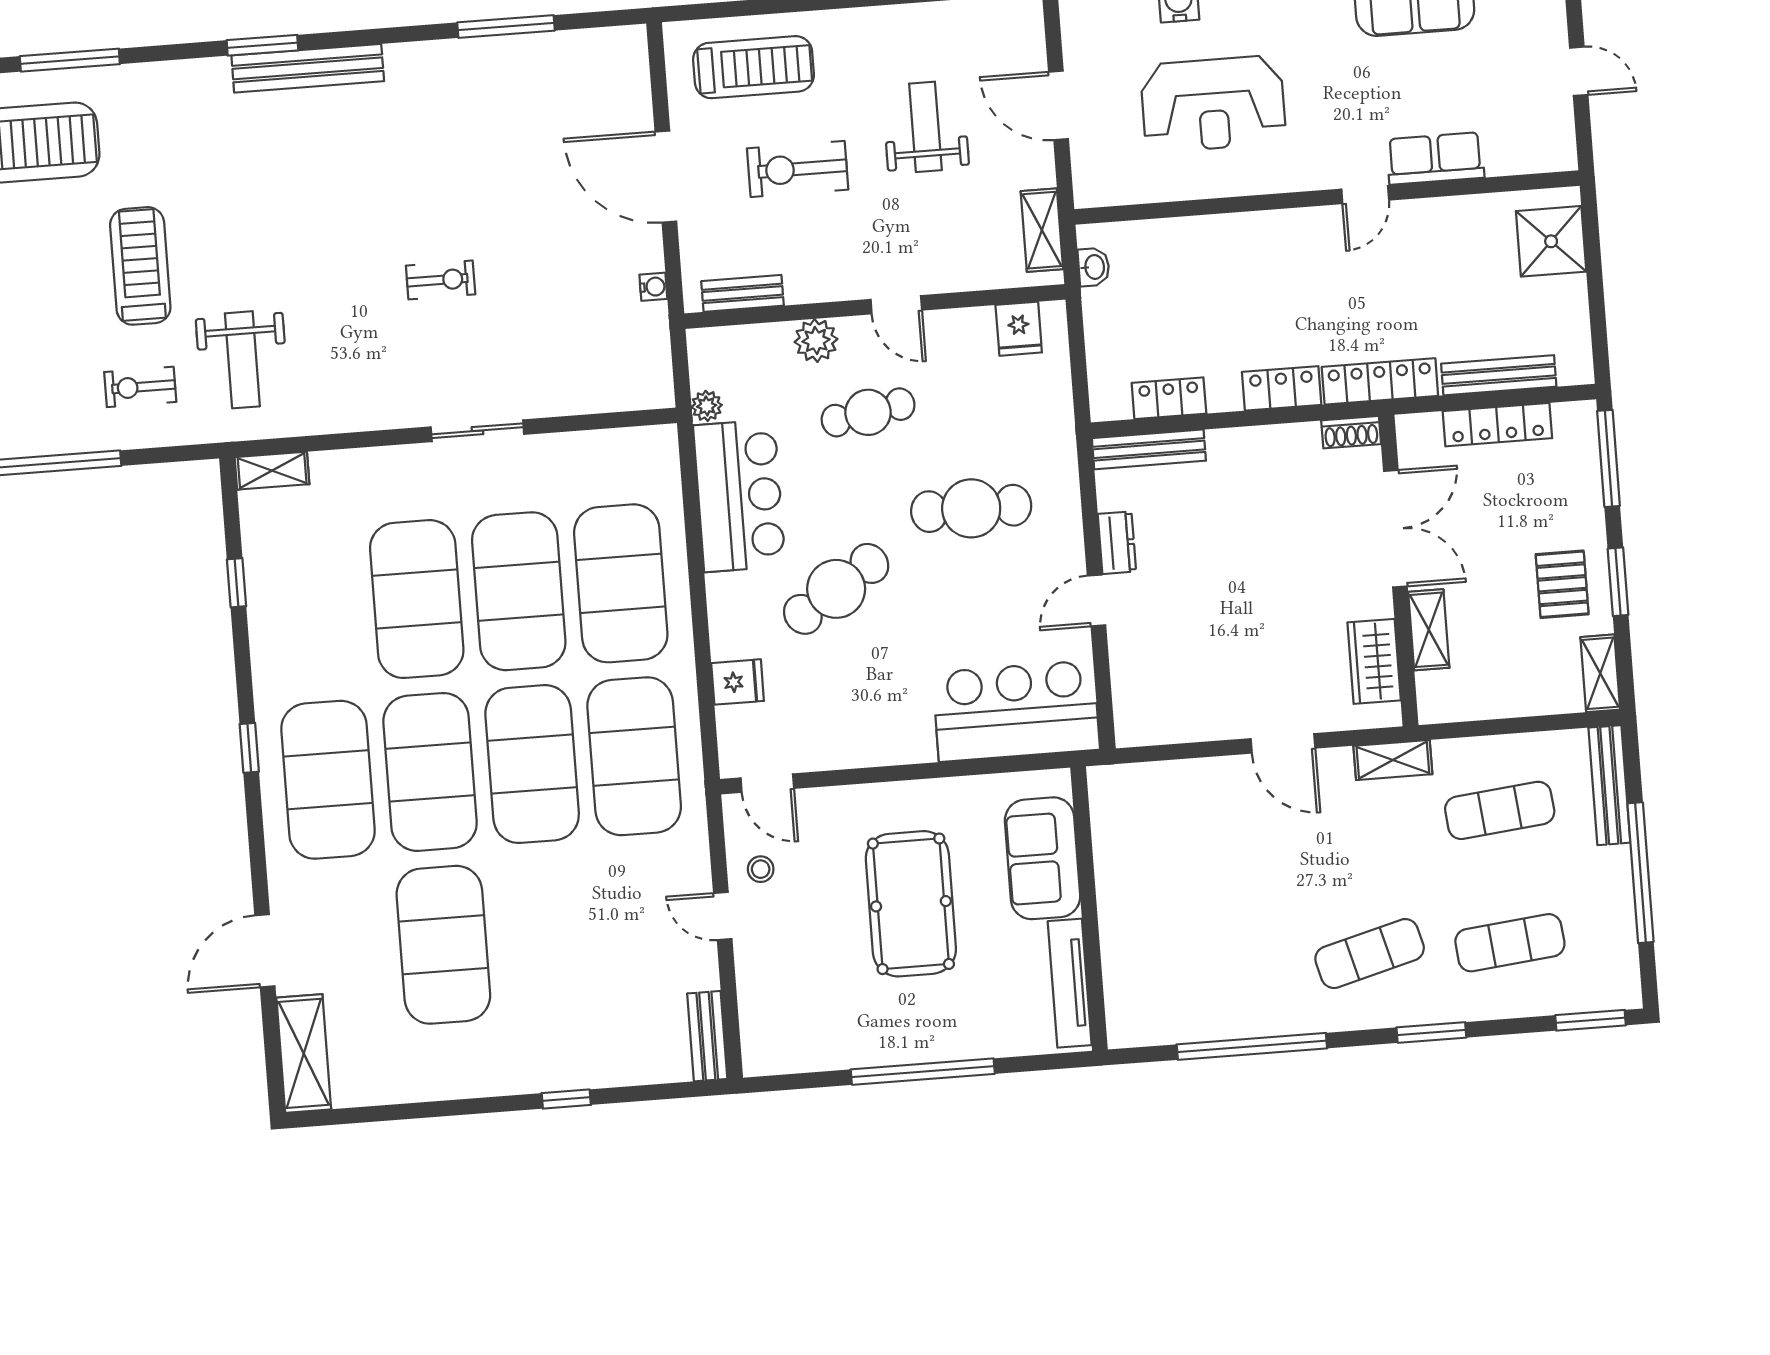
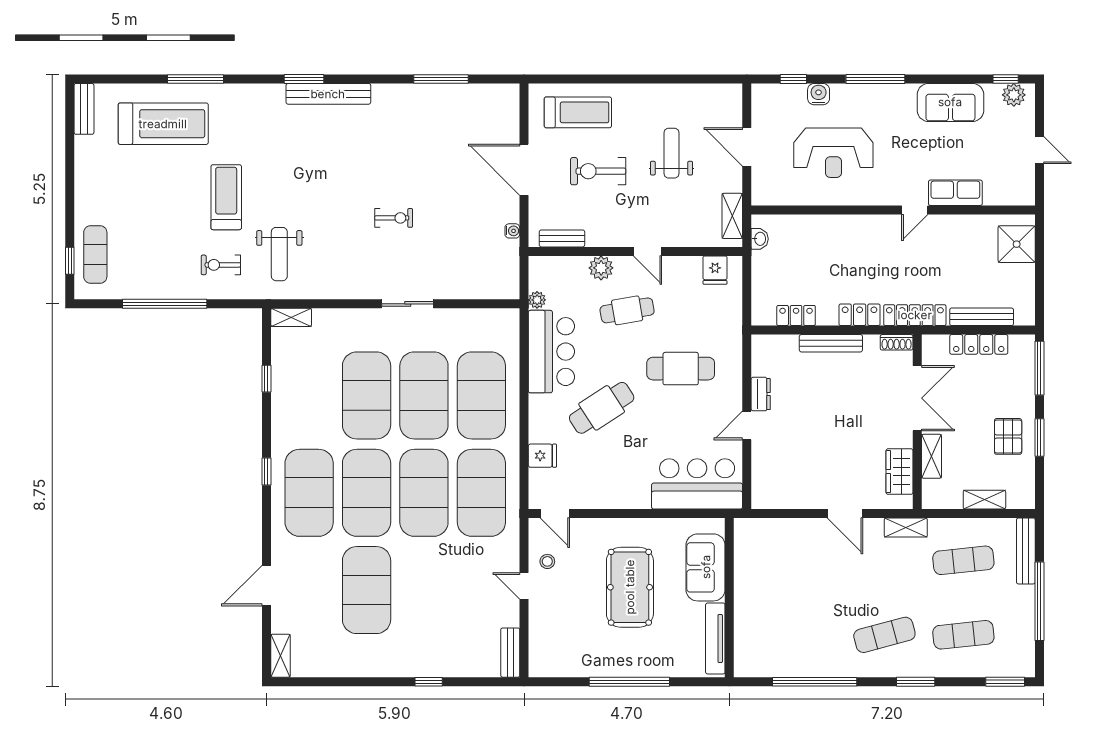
bench: (1149, 449) -> (831, 343), moved
shelving: (1600, 673) -> (984, 500), moved, turned 90
shelving: (304, 1053) -> (280, 656), width x0.67, depth x0.75

